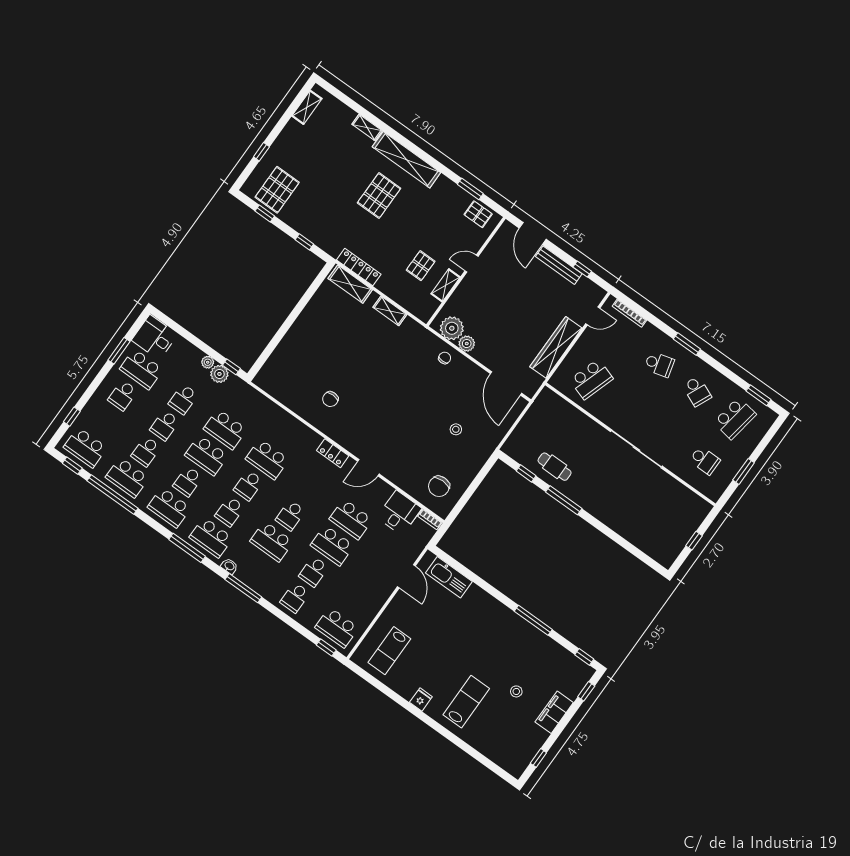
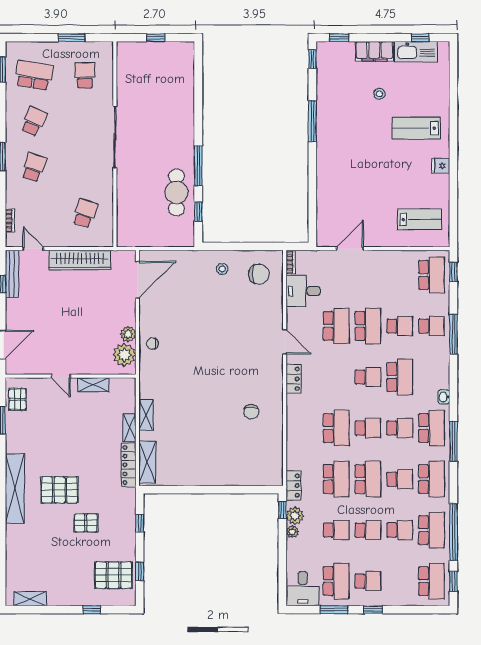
shelving: (367, 128) -> (130, 428), moved
bench: (559, 265) -> (12, 274), moved
pallet: (421, 266) -> (86, 523), moved
bookcase: (629, 313) -> (10, 221), width x0.64
school desk: (659, 364) -> (34, 167), turned 33
school desk: (591, 379) -> (85, 213), width x0.54
locker: (245, 390) -> (293, 486), added
chair: (330, 399) -> (251, 412), turned 90
window: (72, 417) -> (373, 610), moved
stool: (456, 429) -> (222, 269), moved
cafe table: (555, 467) -> (176, 192), width x1.37, depth x1.35
kitchen sink: (449, 577) -> (416, 52), moved, turned 90
window: (243, 588) -> (453, 334), moved

